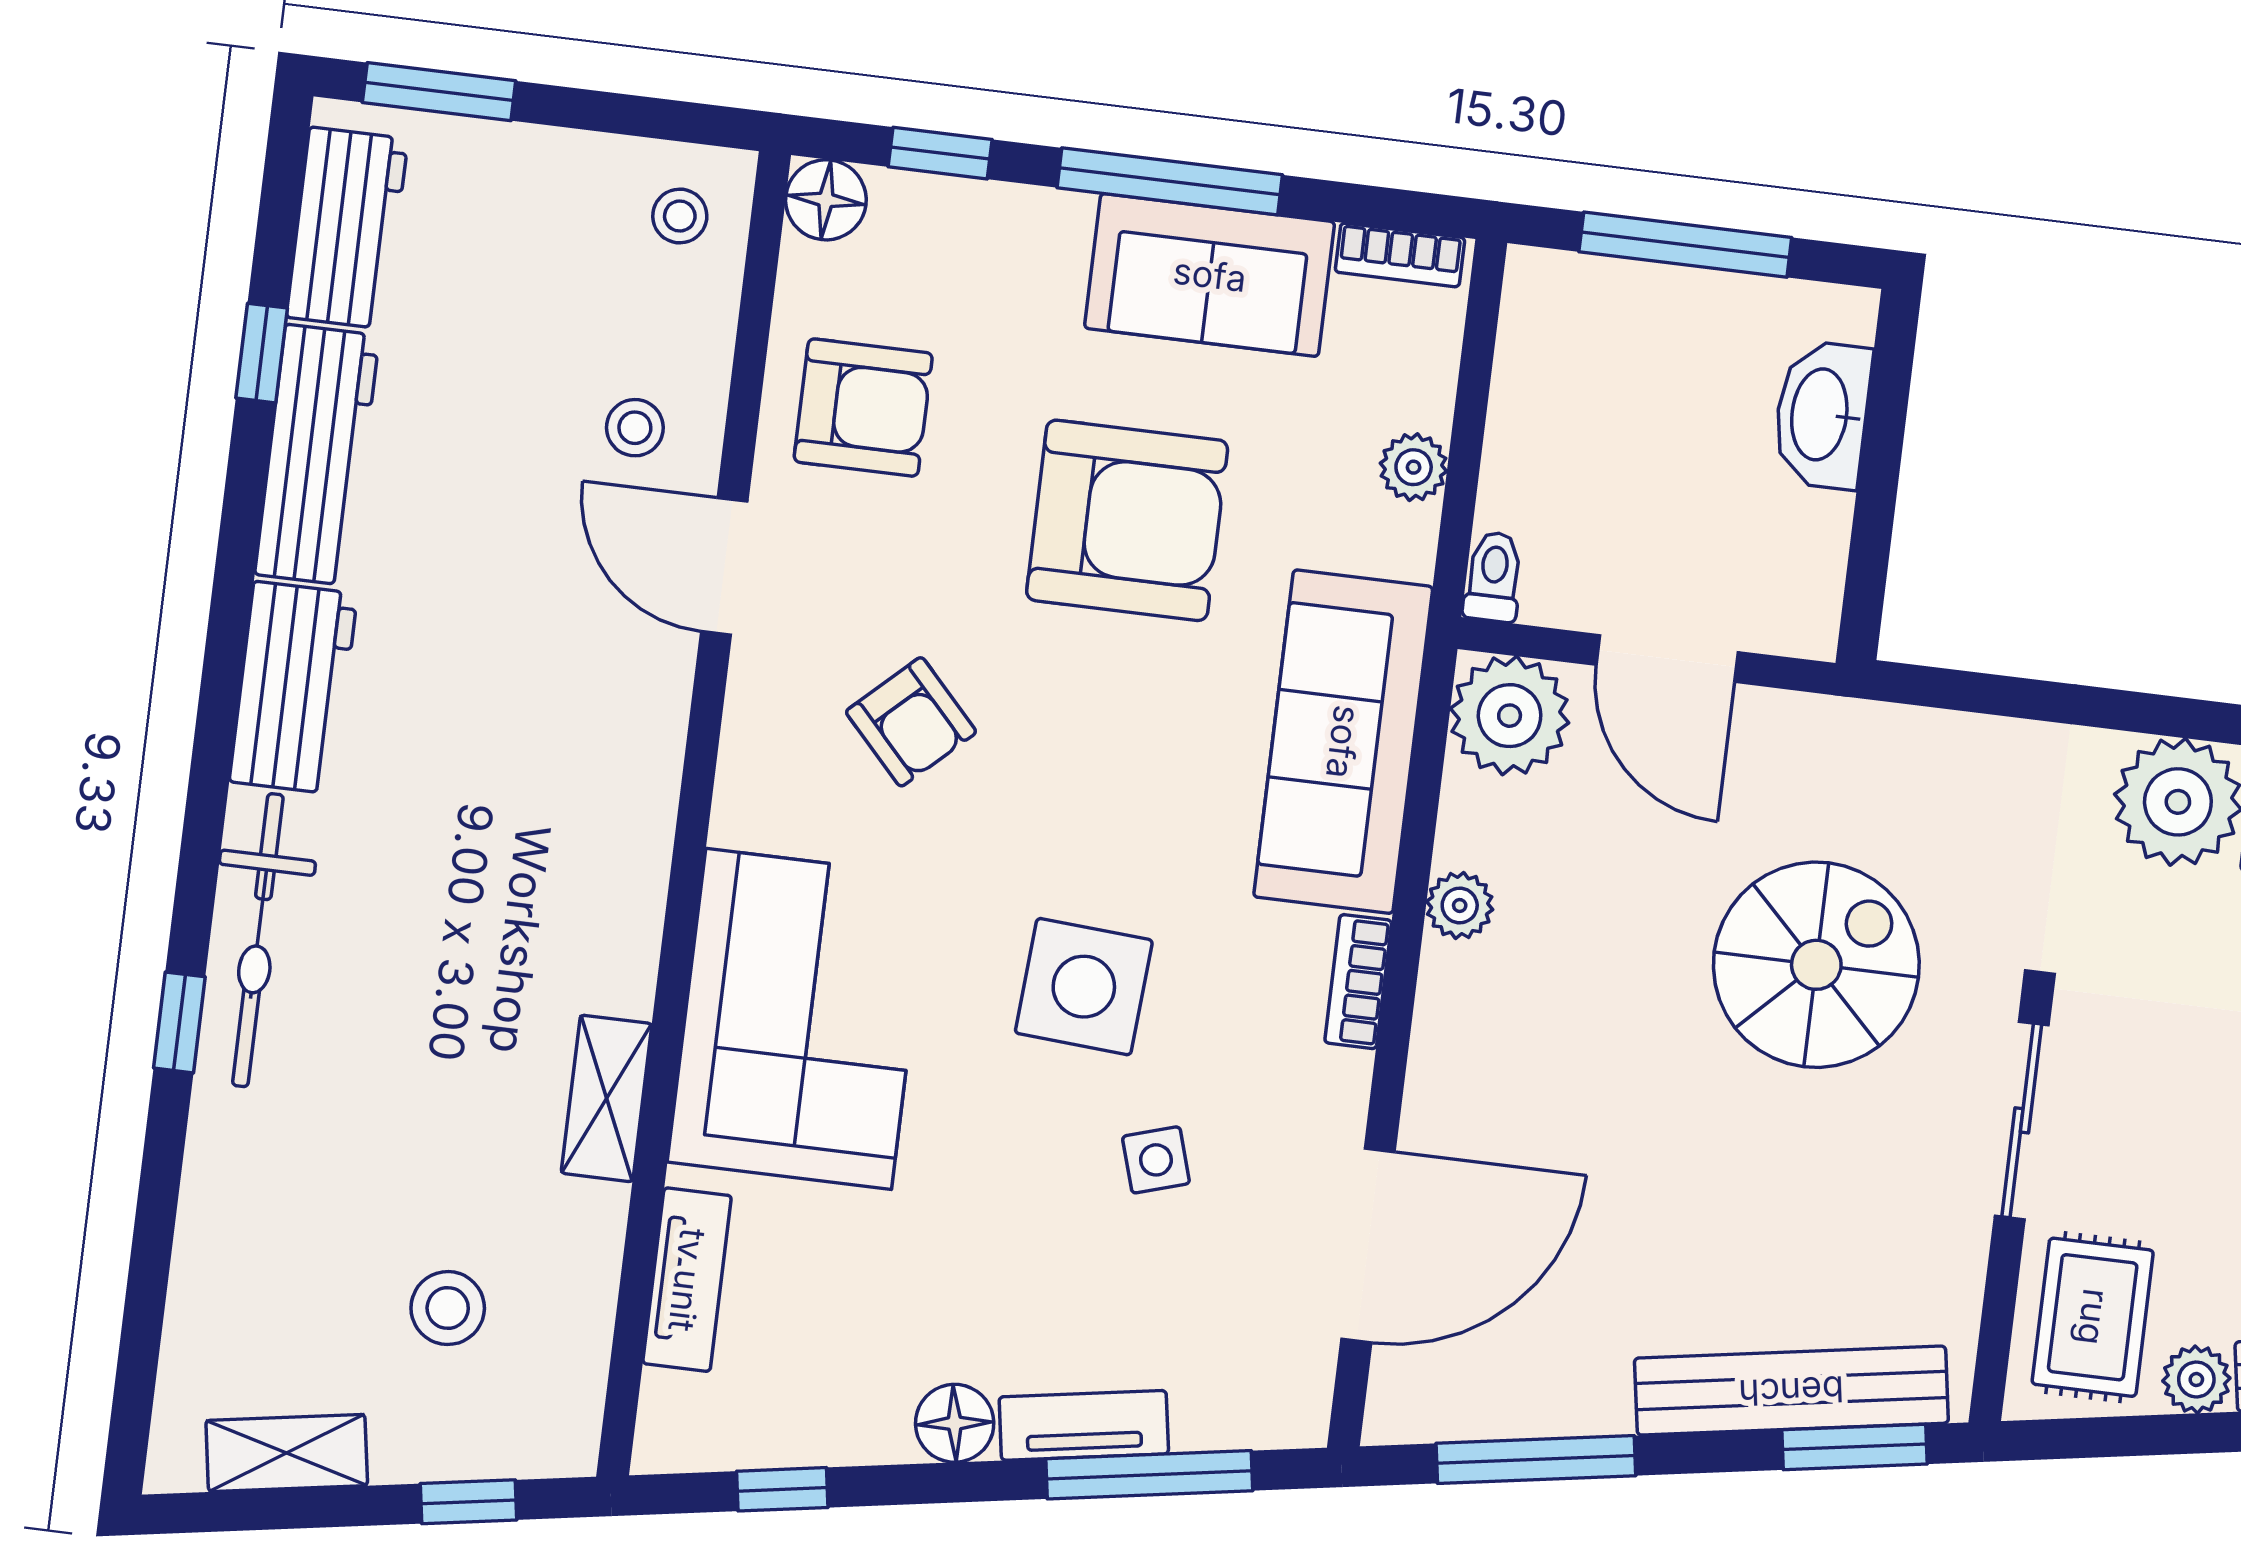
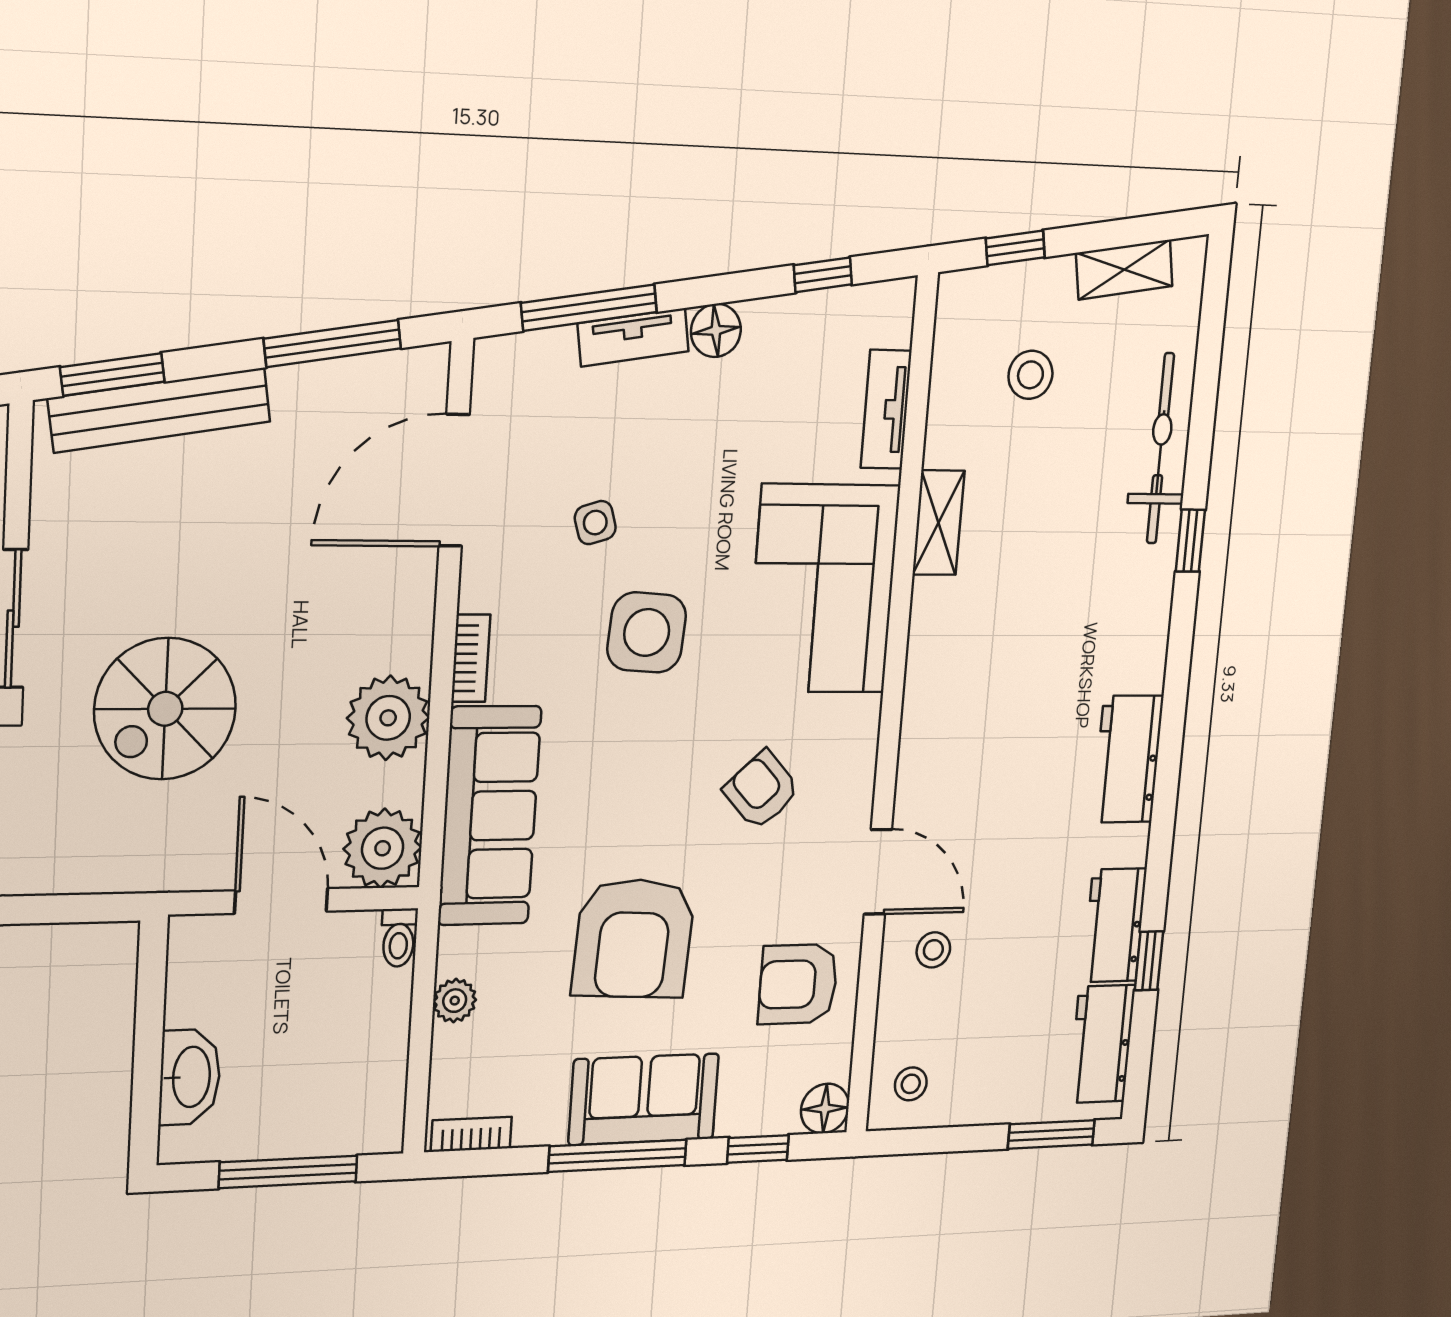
sofa: (1210, 275) -> (644, 1099), moved
workbench: (317, 455) -> (1115, 925), width x0.73
armchair: (1127, 520) -> (634, 938), turned -87
plant: (1460, 905) -> (388, 718), width x1.88, depth x1.88
bicycle: (258, 940) -> (1160, 448), moved

